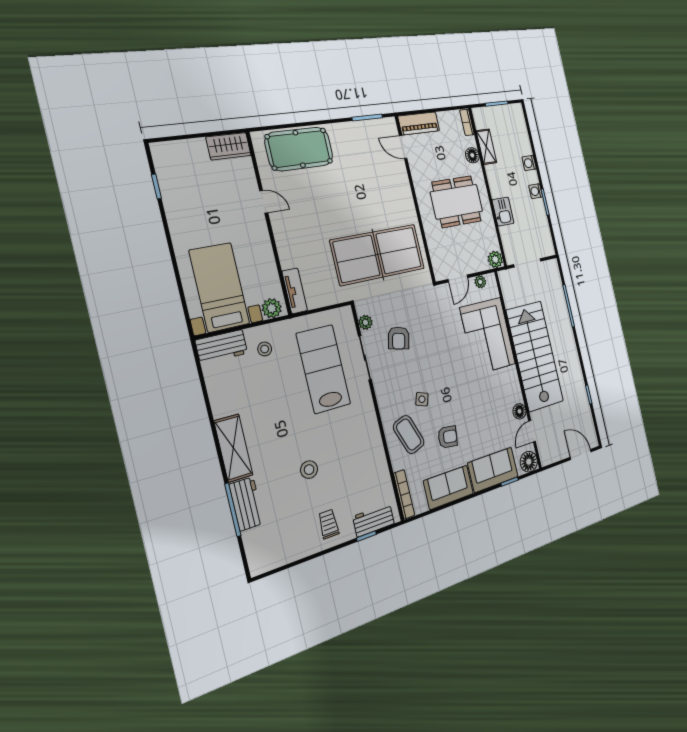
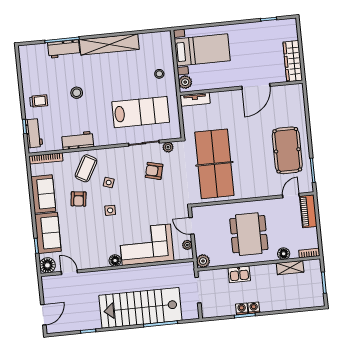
wardrobe: (229, 146) -> (293, 61), width x1.50
pool table: (299, 149) -> (287, 150), moved
washing machine: (529, 163) -> (242, 309), moved
door: (264, 202) -> (256, 86), width x1.88
workbench: (222, 347) -> (78, 141), moved, turned 90
stairs: (535, 356) -> (140, 308), moved, turned 180
side table: (455, 391) -> (110, 210), added
floor lamp: (519, 411) -> (115, 261), moved
coffee table: (409, 435) -> (86, 168), turned -41
shelving: (233, 448) -> (109, 44), width x1.47

